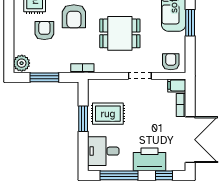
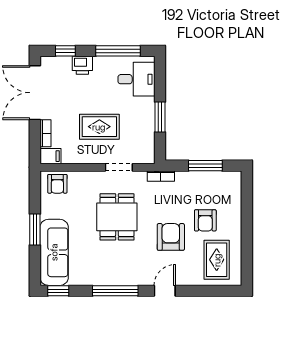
dining table: (120, 33) -> (117, 217), turned 90
plant: (22, 63) -> (232, 182), removed
doorway: (140, 76) -> (119, 167), moved
rug: (108, 114) -> (99, 127), moved
printer: (149, 159) -> (82, 65), width x0.53, depth x0.68

